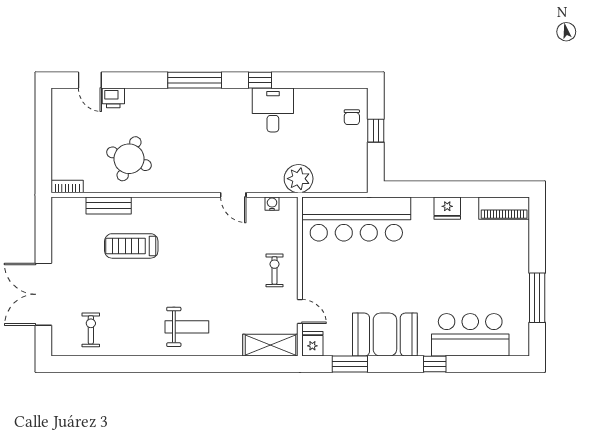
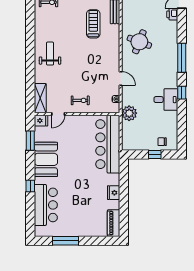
round table: (129, 159) -> (139, 42), moved
door: (233, 195) -> (121, 78), swing flipped
weight bench: (187, 327) -> (50, 54), turned 180

